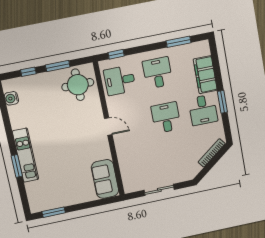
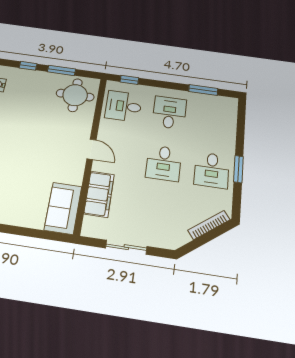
filing cabinet: (205, 75) -> (99, 194), moved, turned 180
desk: (166, 118) -> (164, 163), turned 180

